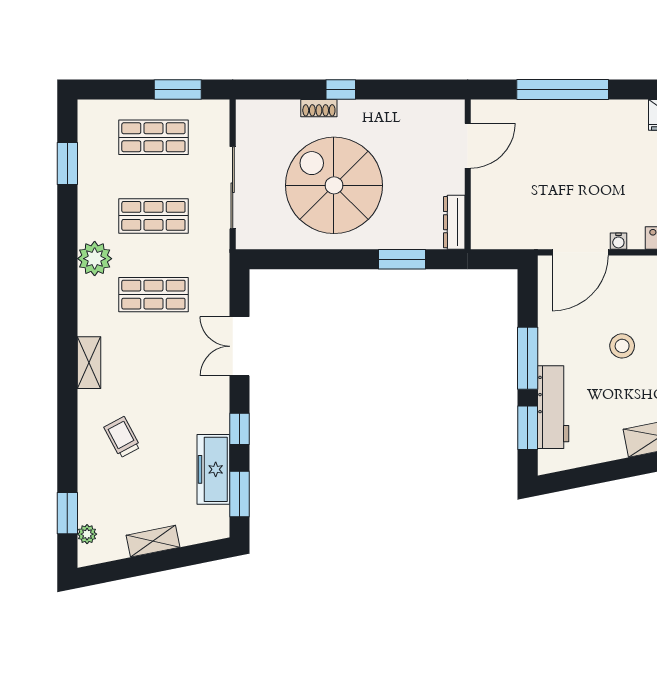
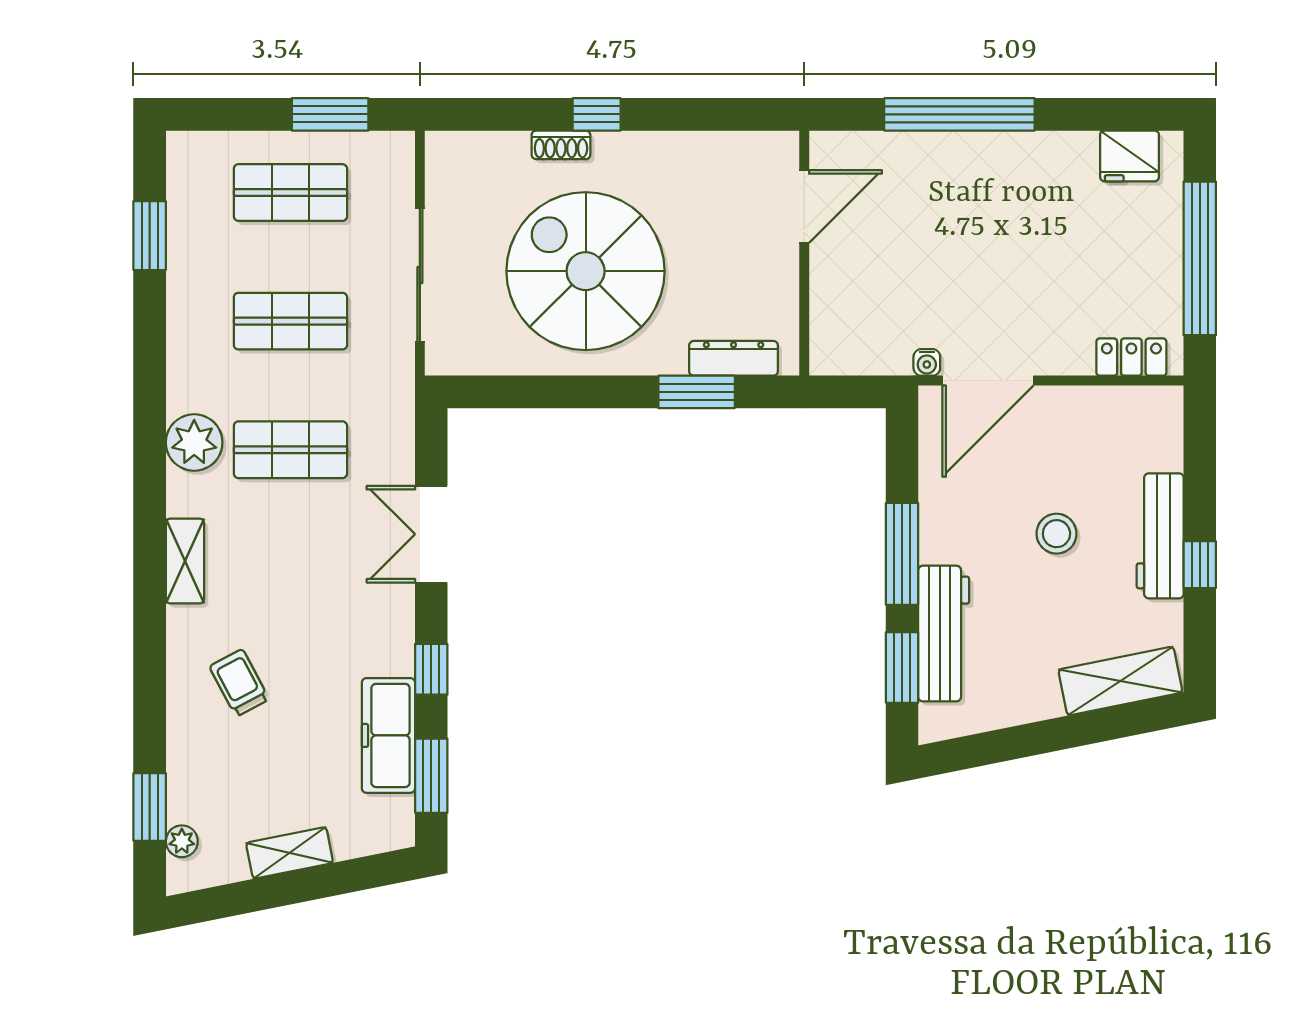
dresser: (454, 222) -> (734, 358), moved, turned 90
water cooler: (618, 241) -> (927, 362), moved
plant: (95, 259) -> (194, 443), moved

